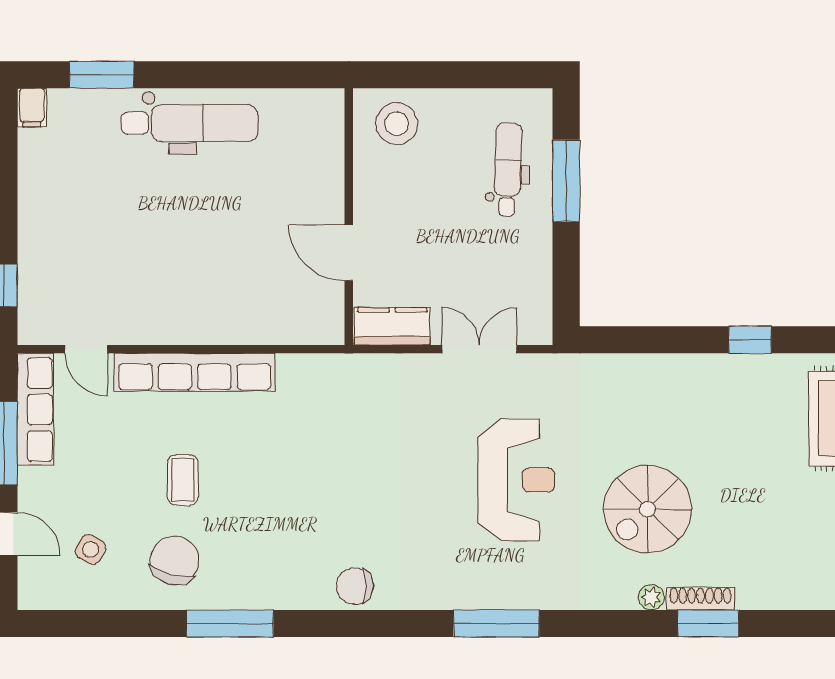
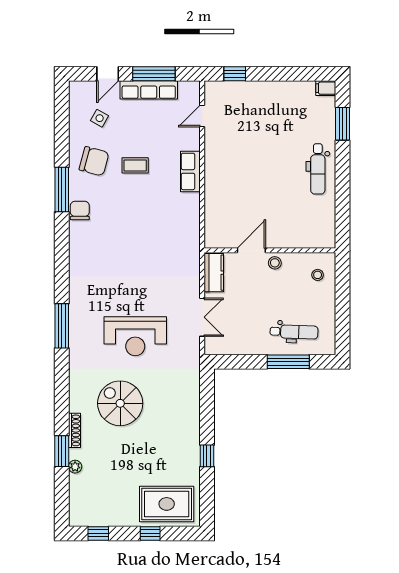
dental chair: (190, 123) -> (318, 169), width x0.73, depth x0.72
stool: (397, 124) -> (318, 275), width x0.53, depth x0.53
stool: (373, 207) -> (275, 263), added
row of seats: (195, 372) -> (190, 171), width x0.50
row of seats: (35, 410) -> (149, 90), moved
chair: (355, 586) -> (80, 211), moved
plant: (651, 597) -> (75, 467), moved
window: (708, 623) -> (62, 451), moved

